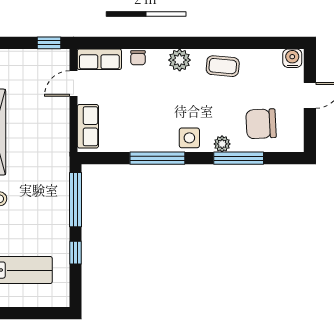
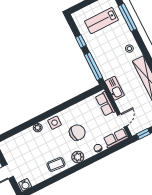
chair: (261, 124) -> (77, 132), moved
kitchen sink: (59, 144) -> (115, 88), added
window: (157, 158) -> (65, 105), removed
window: (239, 158) -> (27, 125), removed

